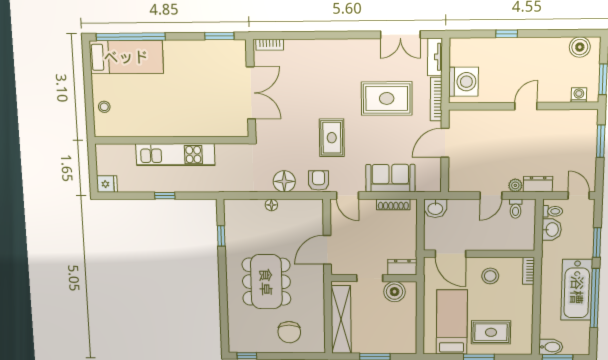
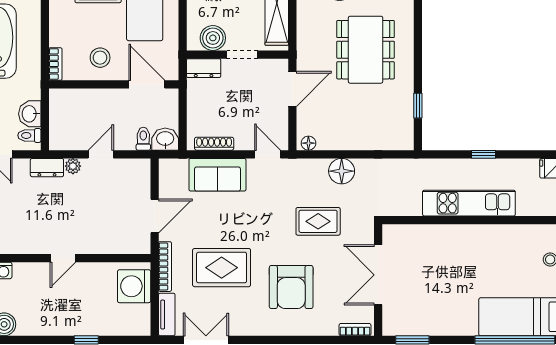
rug: (332, 138) -> (318, 221), moved, turned 90
armchair: (319, 180) -> (291, 287), moved, width x1.88, depth x1.88
floor lamp: (271, 205) -> (308, 143), moved
toilet: (516, 209) -> (143, 139), moved

